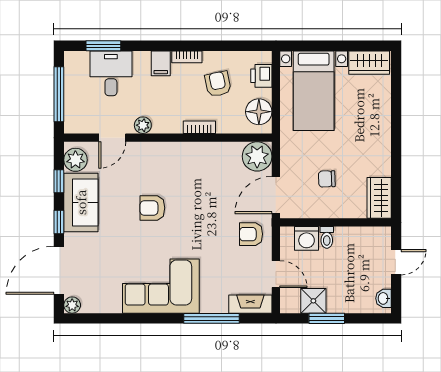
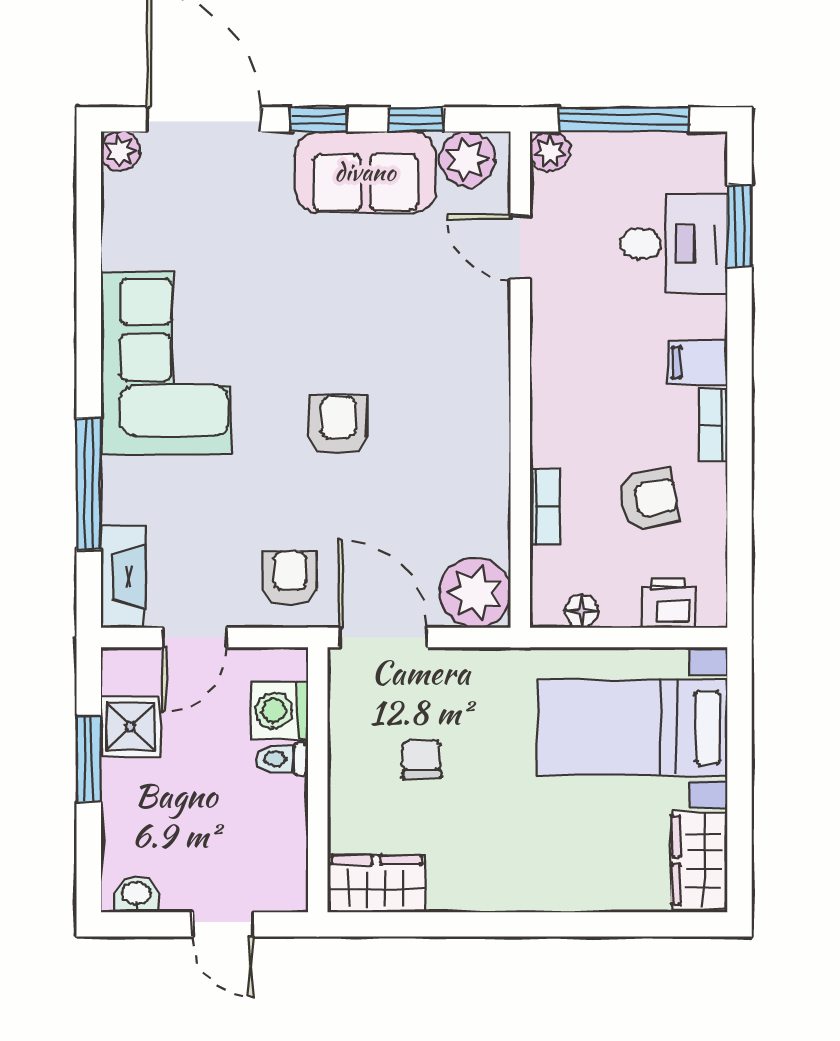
floor lamp: (259, 112) -> (582, 611), width x0.53, depth x0.53
plant: (143, 125) -> (550, 151), moved
bookcase: (199, 127) -> (545, 506), moved
armchair: (152, 208) -> (338, 425), moved

